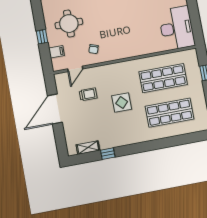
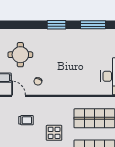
door: (75, 69) -> (19, 96), swing flipped

